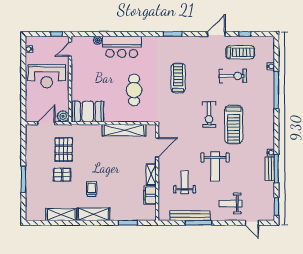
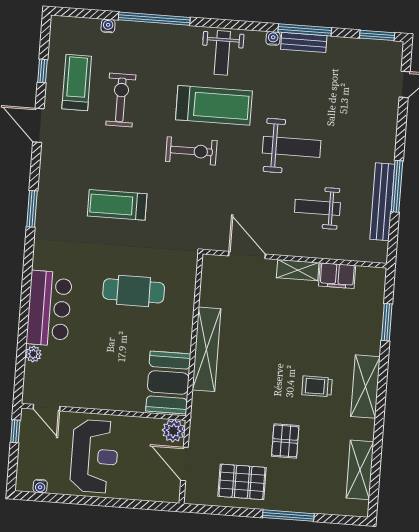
shelving: (124, 130) -> (206, 349), moved
pallet: (64, 150) -> (242, 482), moved
weight bench: (230, 203) -> (222, 53), moved
shelving: (61, 215) -> (360, 470), moved

